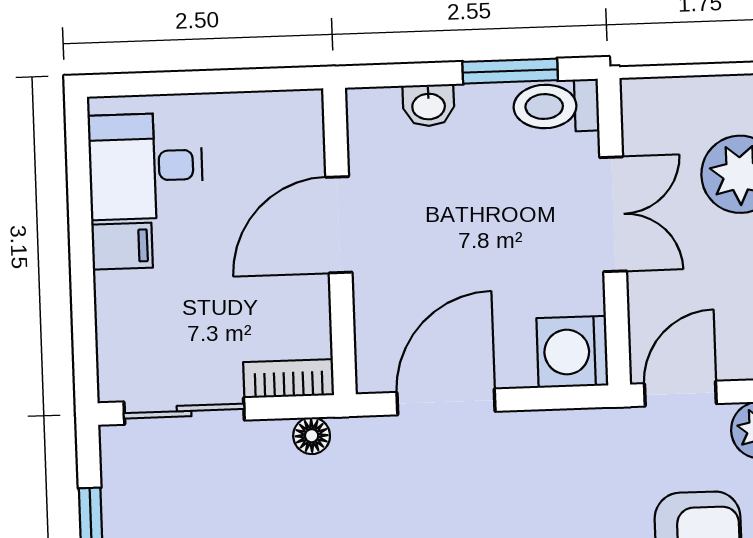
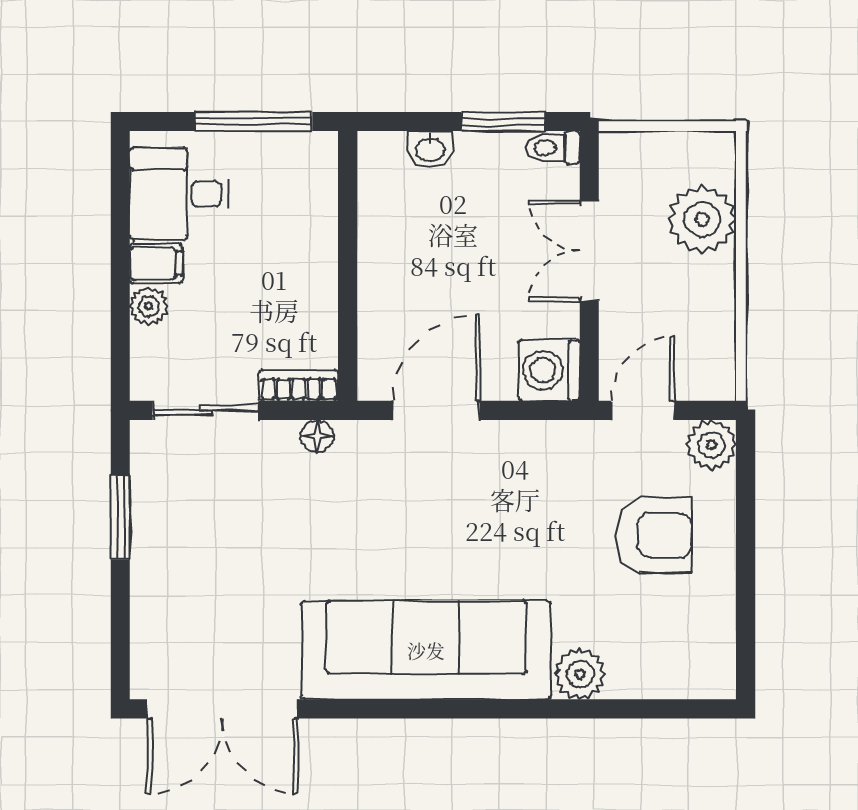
window: (227, 81) -> (253, 121), added
toilet: (556, 106) -> (553, 148), width x0.73, depth x0.72
double door: (613, 214) -> (589, 250), swing flipped
door: (339, 225) -> (348, 251), removed
plant: (115, 295) -> (149, 306), added

